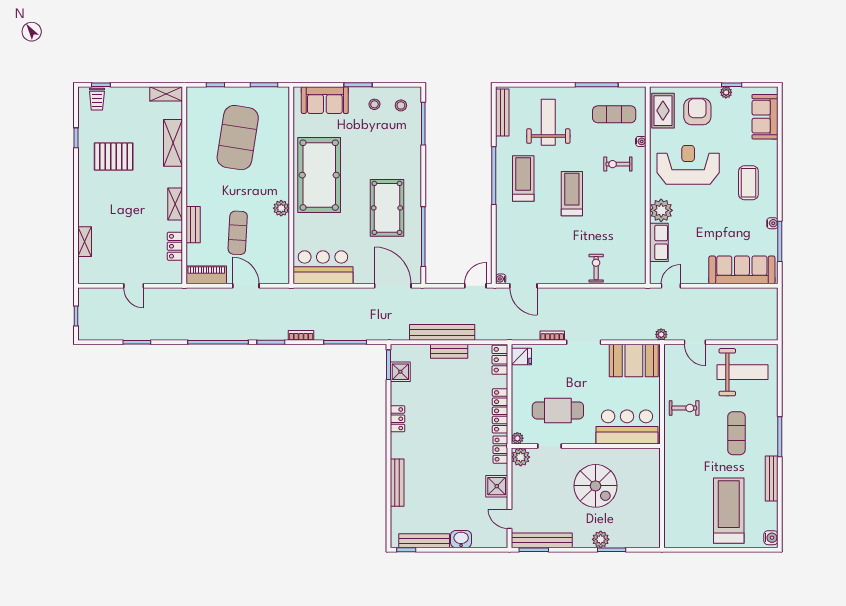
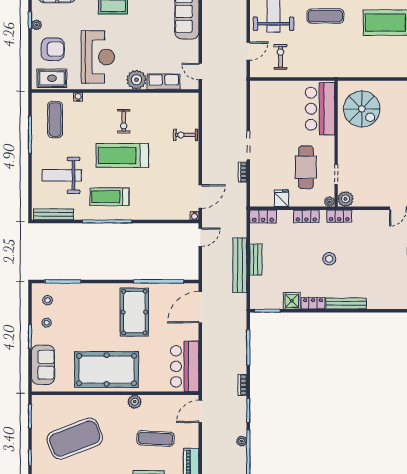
armchair: (697, 111) -> (53, 49), turned 180
exercise mat: (238, 138) -> (75, 439), turned -30
exercise bike: (618, 164) -> (124, 121), moved
reception desk: (688, 165) -> (98, 57), turned 180
treadmill: (572, 194) -> (122, 155), width x1.37, depth x1.38
pool table: (387, 208) -> (134, 312), turned 90
door: (246, 286) -> (200, 411), moved
door: (475, 286) -> (200, 237), swing flipped
plant: (661, 334) -> (242, 441), moved
fridge: (521, 357) -> (281, 198), moved
booth: (634, 361) -> (264, 103), removed
shower: (400, 372) -> (292, 301), moved
exercise bike: (684, 408) -> (280, 57), moved
locker: (500, 411) -> (306, 216), width x0.66
stool: (450, 438) -> (329, 259), added
bench: (397, 483) -> (346, 303), moved
shower: (497, 486) -> (370, 219), removed
spiral stairs: (596, 486) -> (362, 109), moved, turned 90

